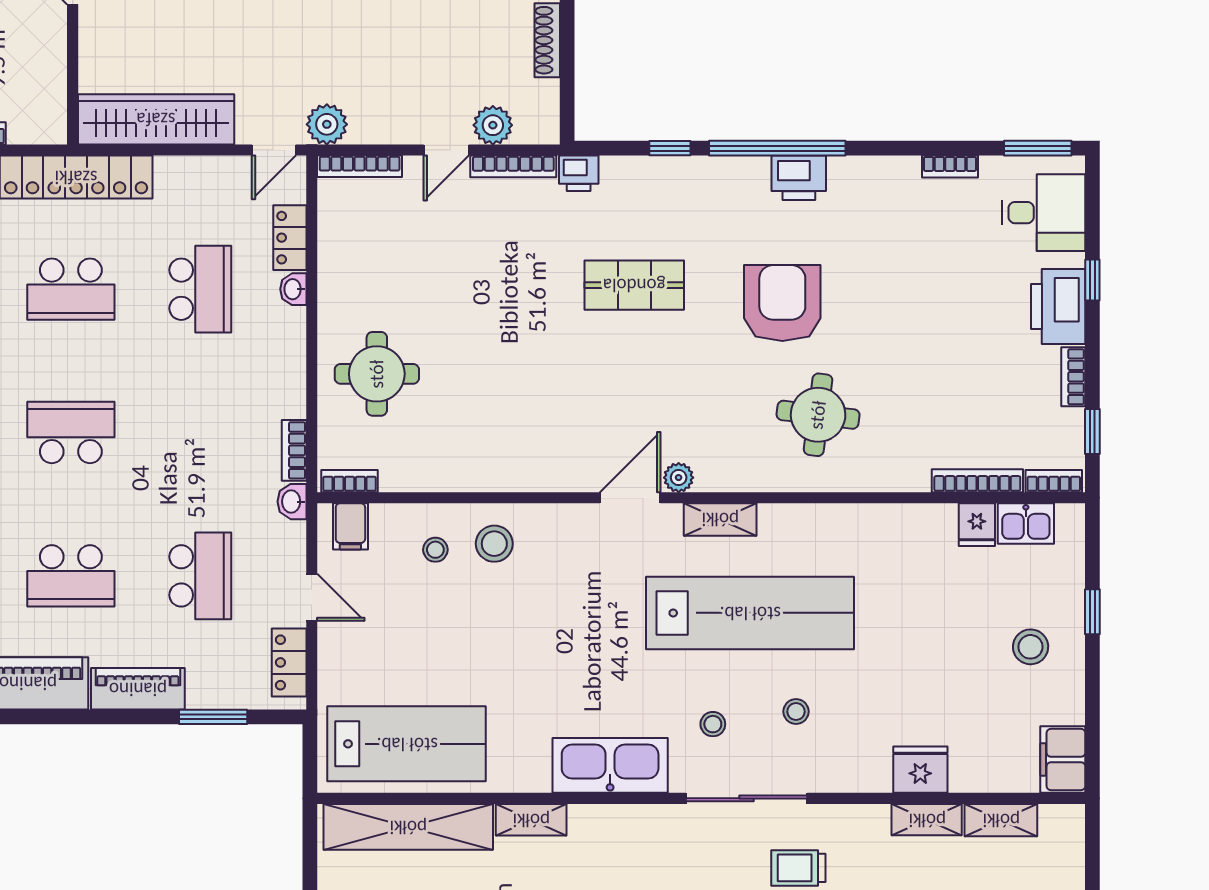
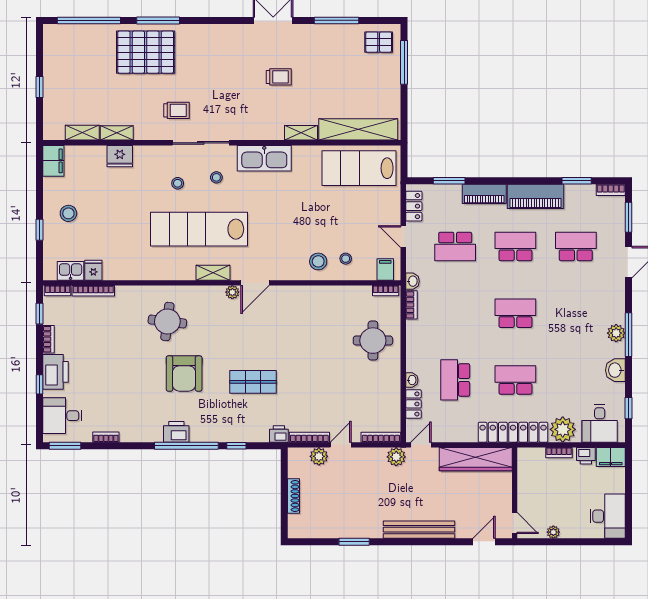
school desk: (71, 433) -> (515, 313), turned 180
school desk: (200, 576) -> (455, 246), turned -90

